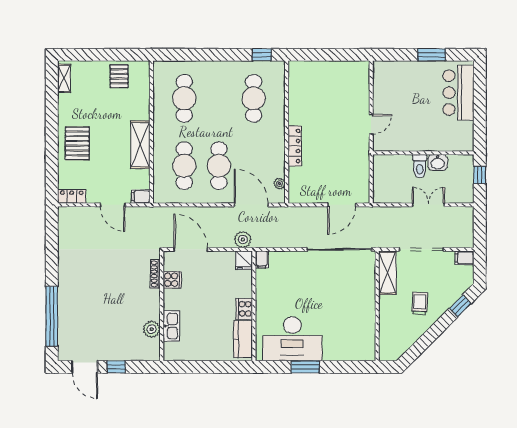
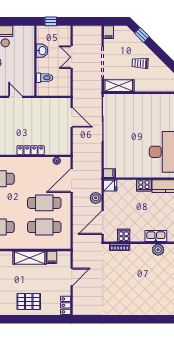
toilet: (420, 166) -> (45, 78), moved
filing cabinet: (141, 197) -> (52, 257), moved
plant: (243, 240) -> (96, 198), moved
window: (52, 316) -> (149, 319), removed

